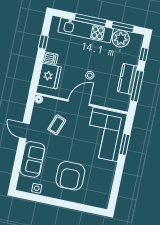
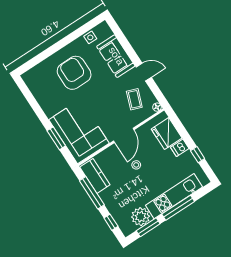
kitchen counter: (127, 79) -> (95, 176), moved
coffee table: (57, 125) -> (134, 99), moved

